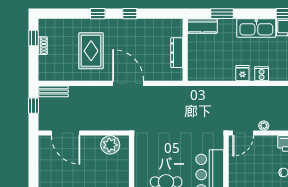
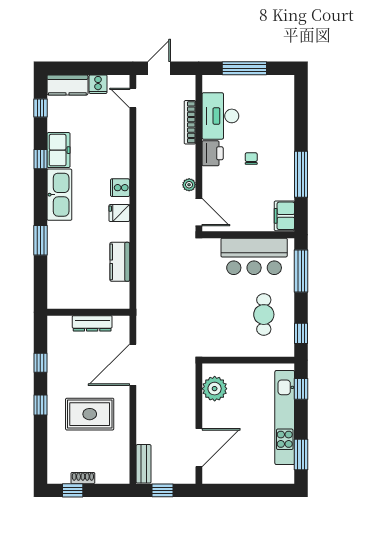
kitchen counter: (202, 26) -> (120, 262), moved, turned 180
wall: (185, 50) -> (88, 312), moved
dresser: (177, 53) -> (92, 323), moved

